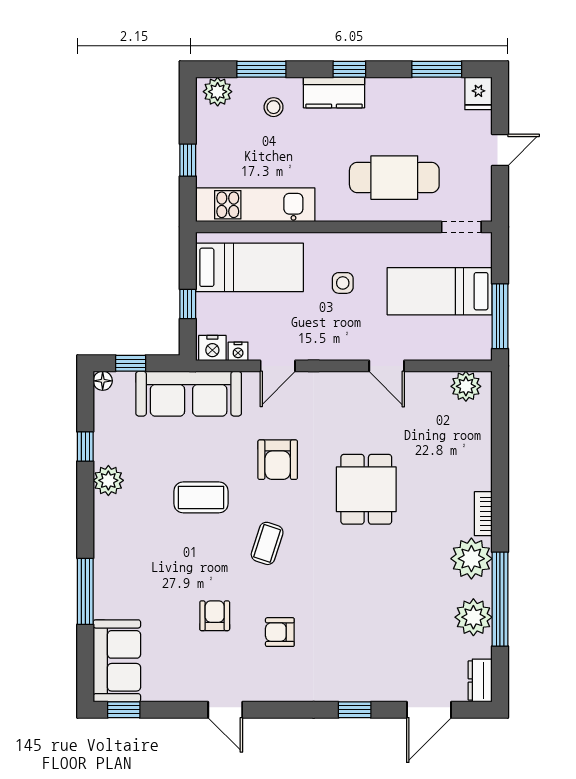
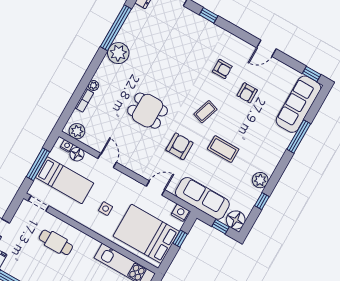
cafe table: (394, 178) -> (56, 242), width x0.73, depth x0.74
bed: (249, 267) -> (146, 234), width x1.50
window: (500, 316) -> (38, 164), moved
floor lamp: (444, 347) -> (77, 154), added
nightstand: (238, 351) -> (67, 146), moved
floor lamp: (103, 381) -> (236, 220), width x1.89, depth x1.89
dining table: (366, 489) -> (148, 111), turned 90
bookcase: (483, 514) -> (84, 100), moved
plant: (473, 617) -> (93, 85), moved, width x0.53, depth x0.53
sofa: (117, 661) -> (298, 104), width x1.36
door: (225, 710) -> (266, 48), swing flipped

